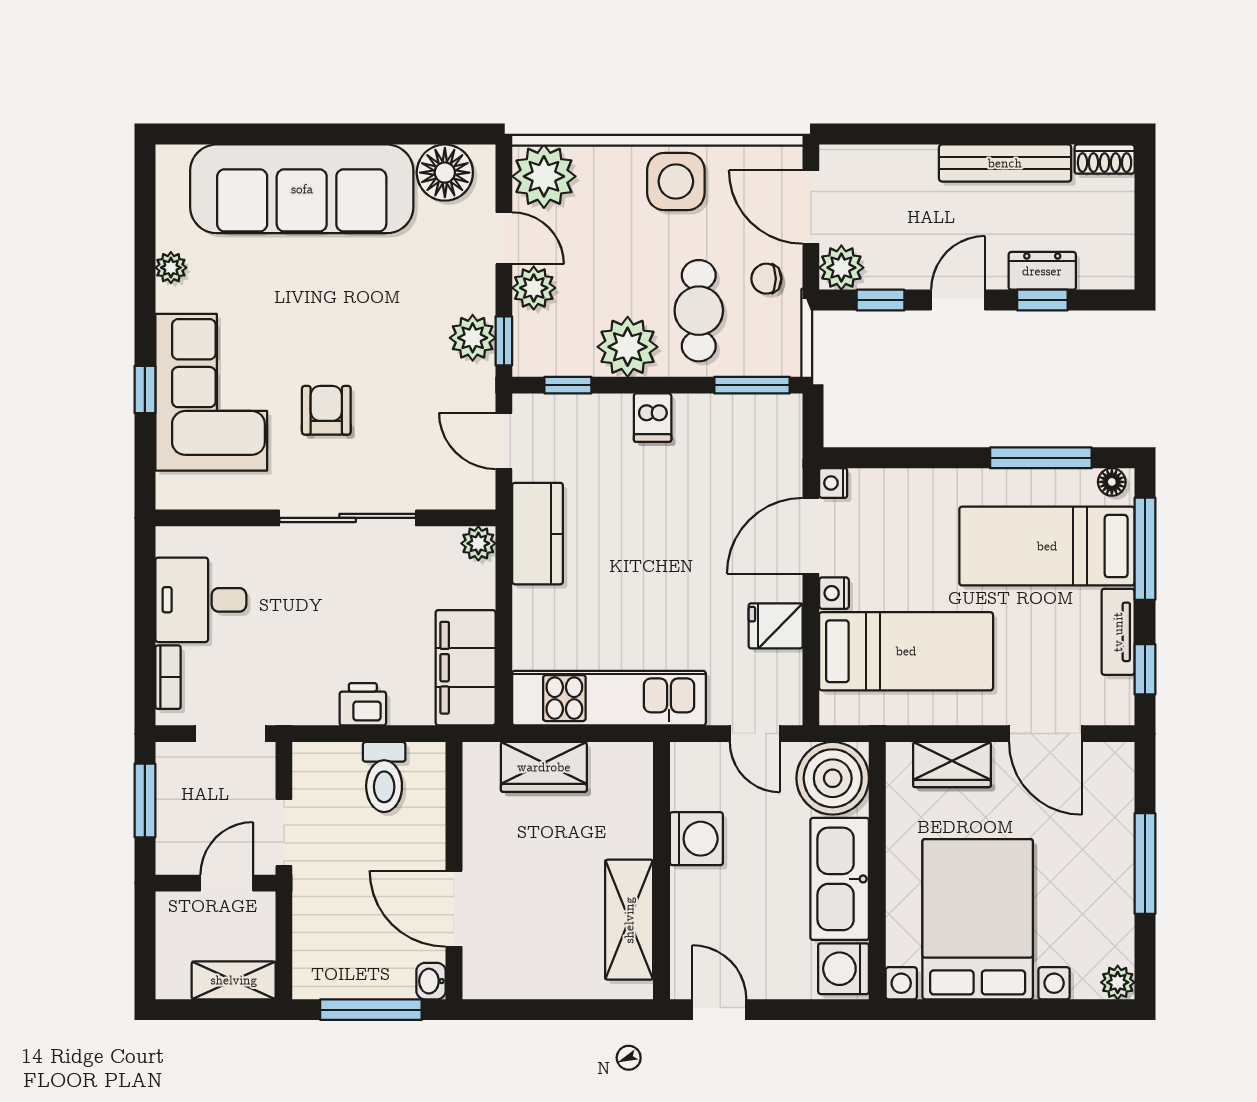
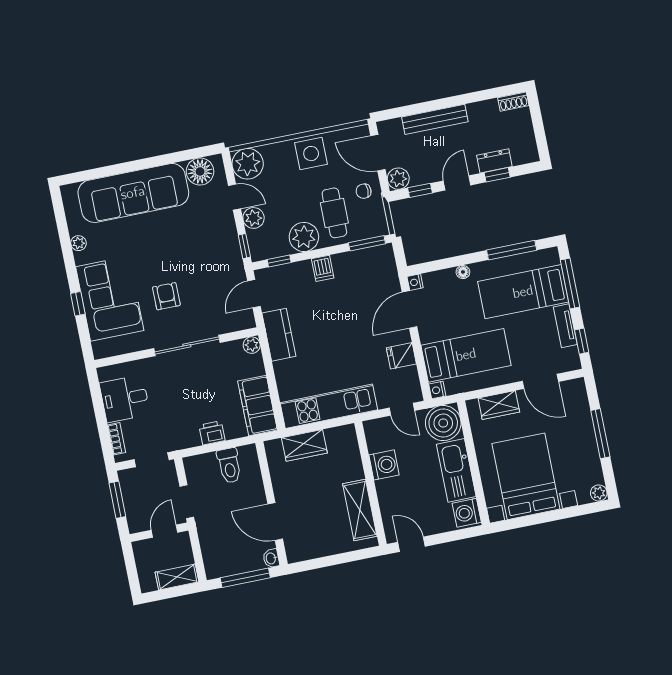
bench: (1005, 163) -> (435, 119), moved
plant: (473, 338) -> (229, 248), removed
door: (504, 441) -> (254, 294), hinge flipped
floor lamp: (1112, 482) -> (463, 272), moved
nightstand: (834, 593) -> (437, 390), moved

